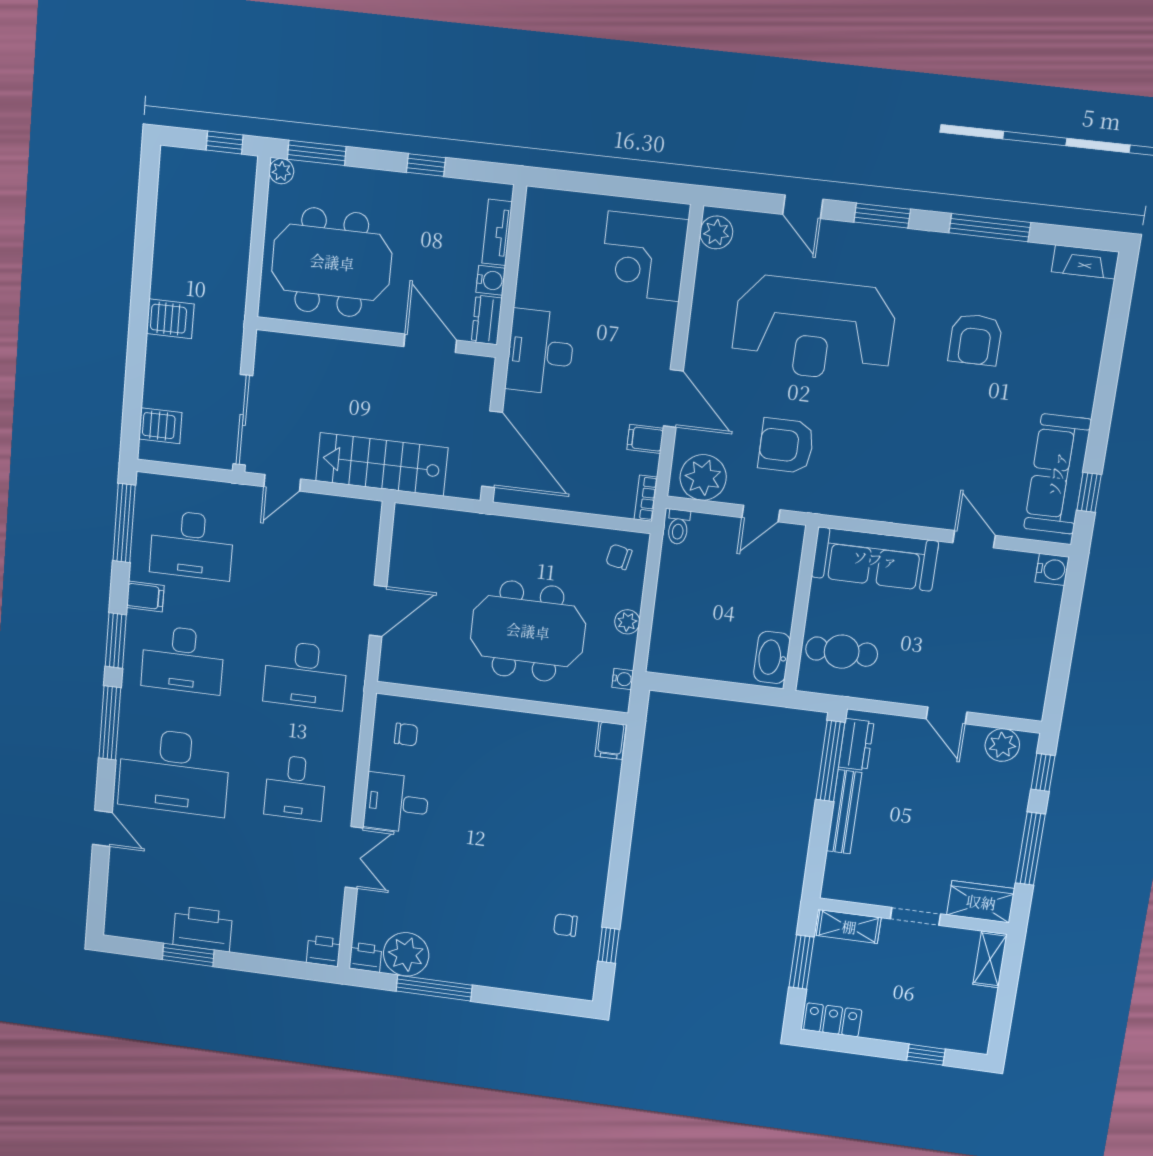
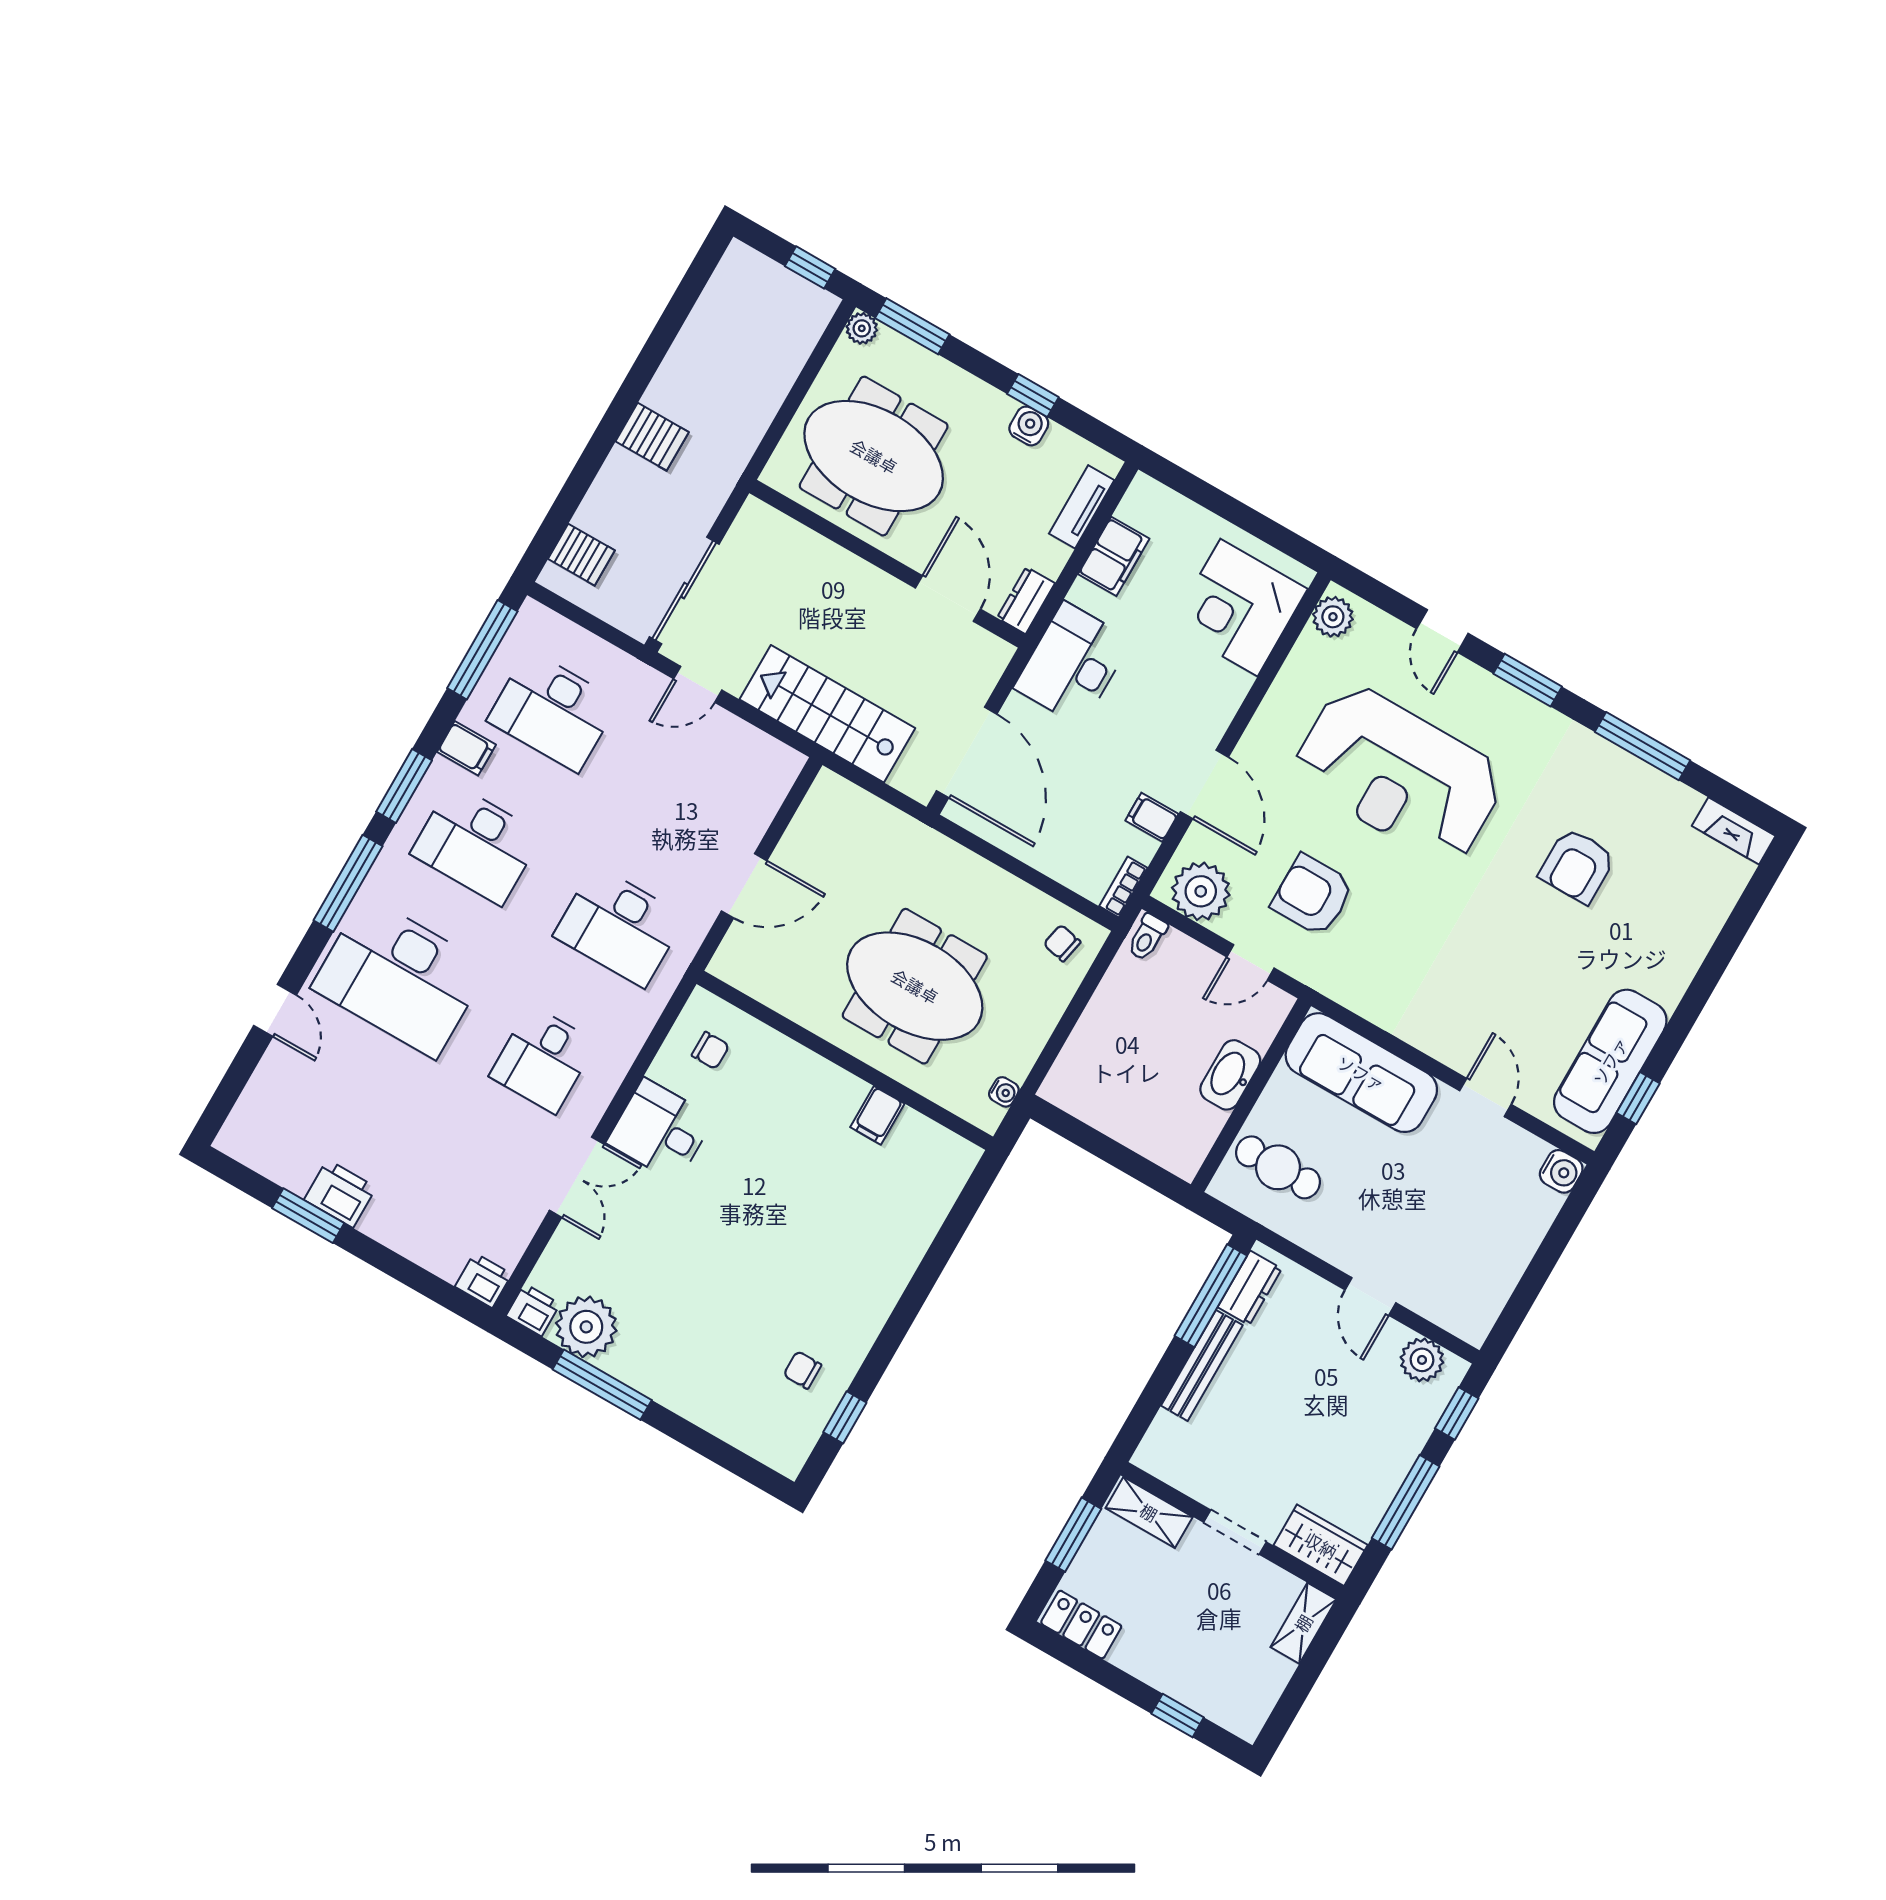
filing cabinet: (536, 259) -> (1114, 556), added
water cooler: (491, 280) -> (1029, 426), moved, turned -90
plant: (627, 622) -> (1039, 1025), removed
washbasin: (772, 657) -> (1230, 1075), moved
filing cabinet: (611, 740) -> (877, 1115), moved
printer: (203, 929) -> (340, 1194), width x0.73, depth x0.84

